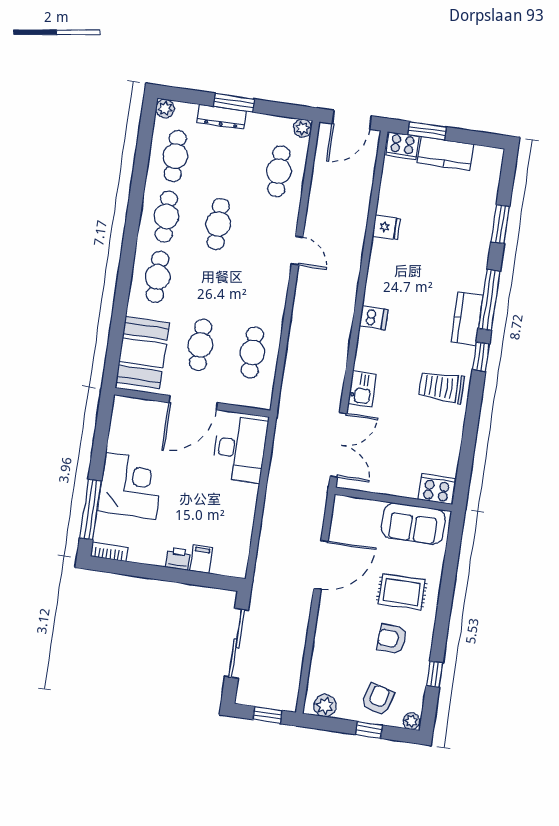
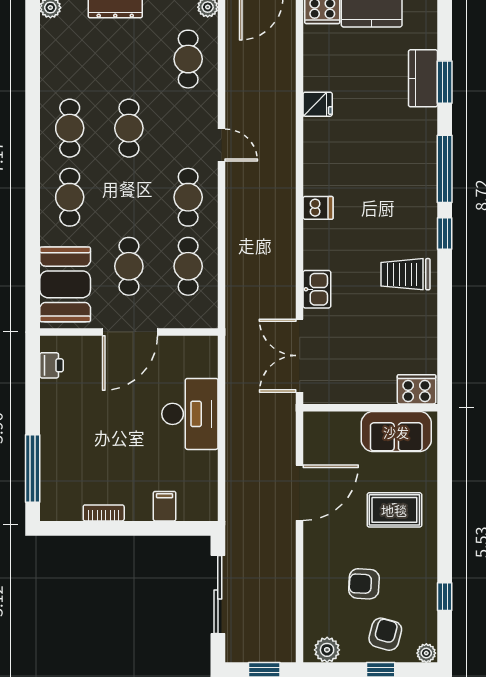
cafe table: (175, 156) -> (188, 197), moved
kitchen counter: (467, 319) -> (423, 78), moved
double door: (338, 445) -> (300, 356), swing flipped
desk: (240, 449) -> (190, 414), moved
corner desk: (131, 486) -> (73, 435), removed
bookcase: (109, 552) -> (104, 513), moved
printer: (178, 559) -> (51, 365), moved, turned 90
armchair: (392, 639) -> (364, 584), moved

